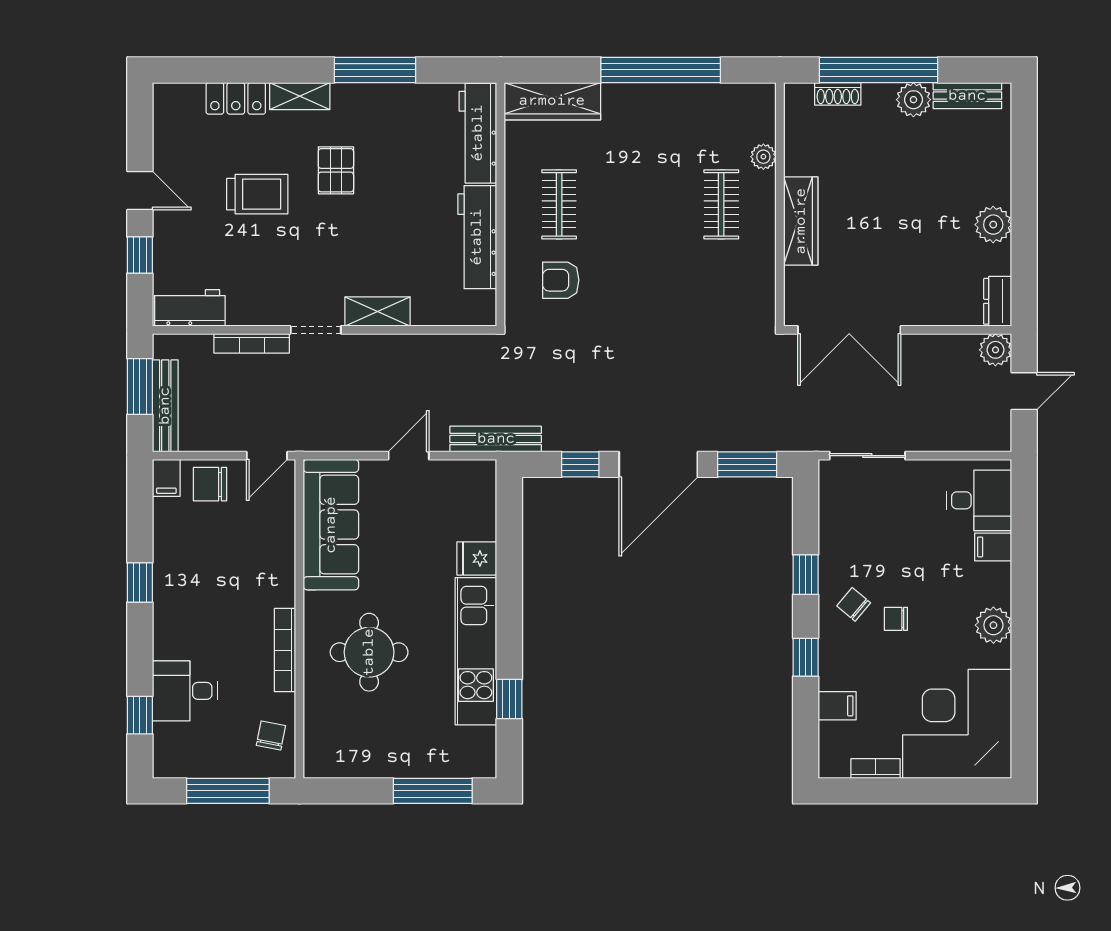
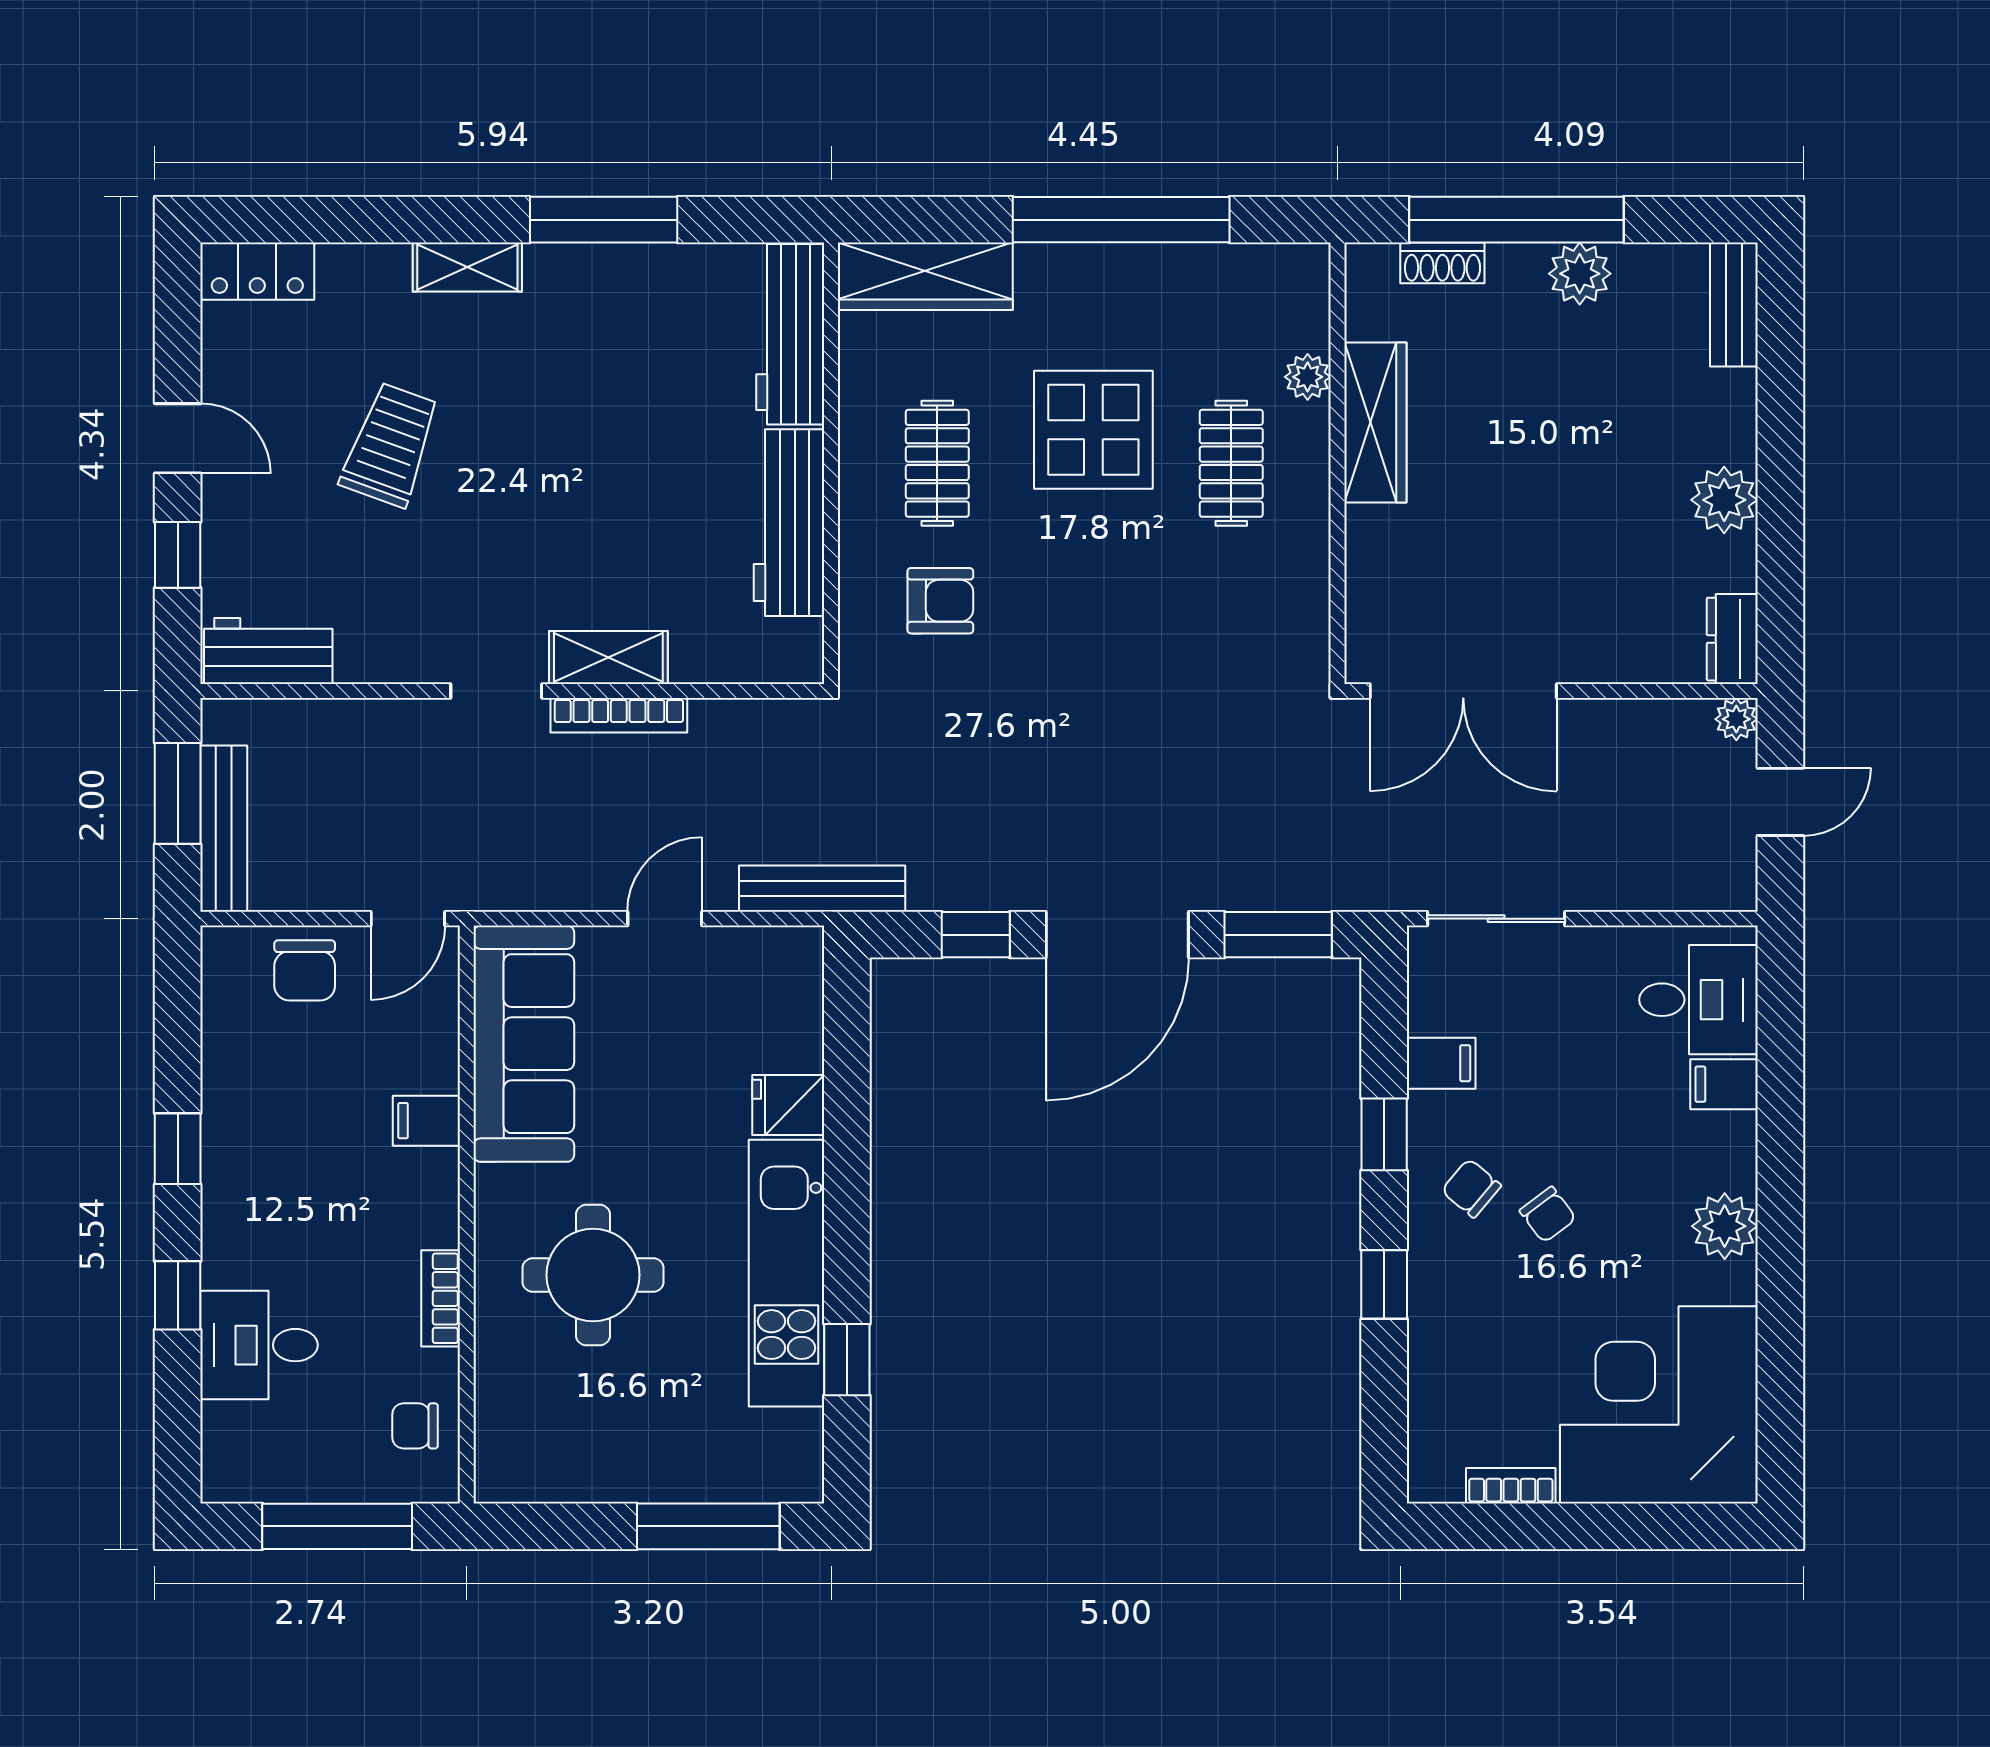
bench: (967, 96) -> (1734, 305), moved, turned 90
locker: (236, 98) -> (257, 271), moved
pallet: (336, 170) -> (533, 402), removed
display table: (645, 186) -> (1093, 430), added
trolley: (257, 194) -> (390, 445), turned -70
wardrobe: (801, 221) -> (1375, 423), moved
armchair: (561, 280) -> (940, 601), turned 180
bookcase: (252, 343) -> (619, 715), moved
plant: (995, 350) -> (1736, 719), width x0.73, depth x0.73
filing cabinet: (166, 478) -> (426, 1121), moved, turned 90
chair: (210, 484) -> (305, 970), turned -90
chair: (896, 619) -> (1548, 1215), turned -127
bookcase: (285, 650) -> (441, 1298), width x0.64
filing cabinet: (837, 706) -> (1441, 1063), moved
window: (140, 715) -> (178, 1295), moved
chair: (271, 735) -> (415, 1426), turned -101

